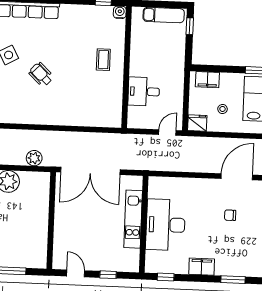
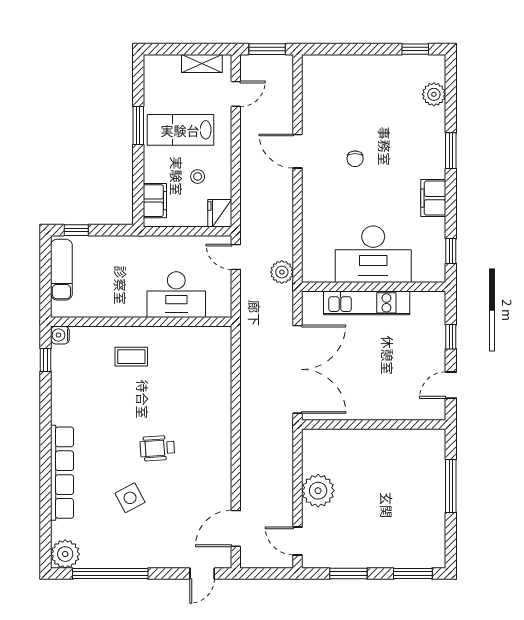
wheelchair: (41, 75) -> (157, 448), turned 42
desk: (144, 91) -> (176, 295), width x1.37
plant: (34, 158) -> (282, 272), moved
door: (237, 177) -> (298, 151), width x0.73

